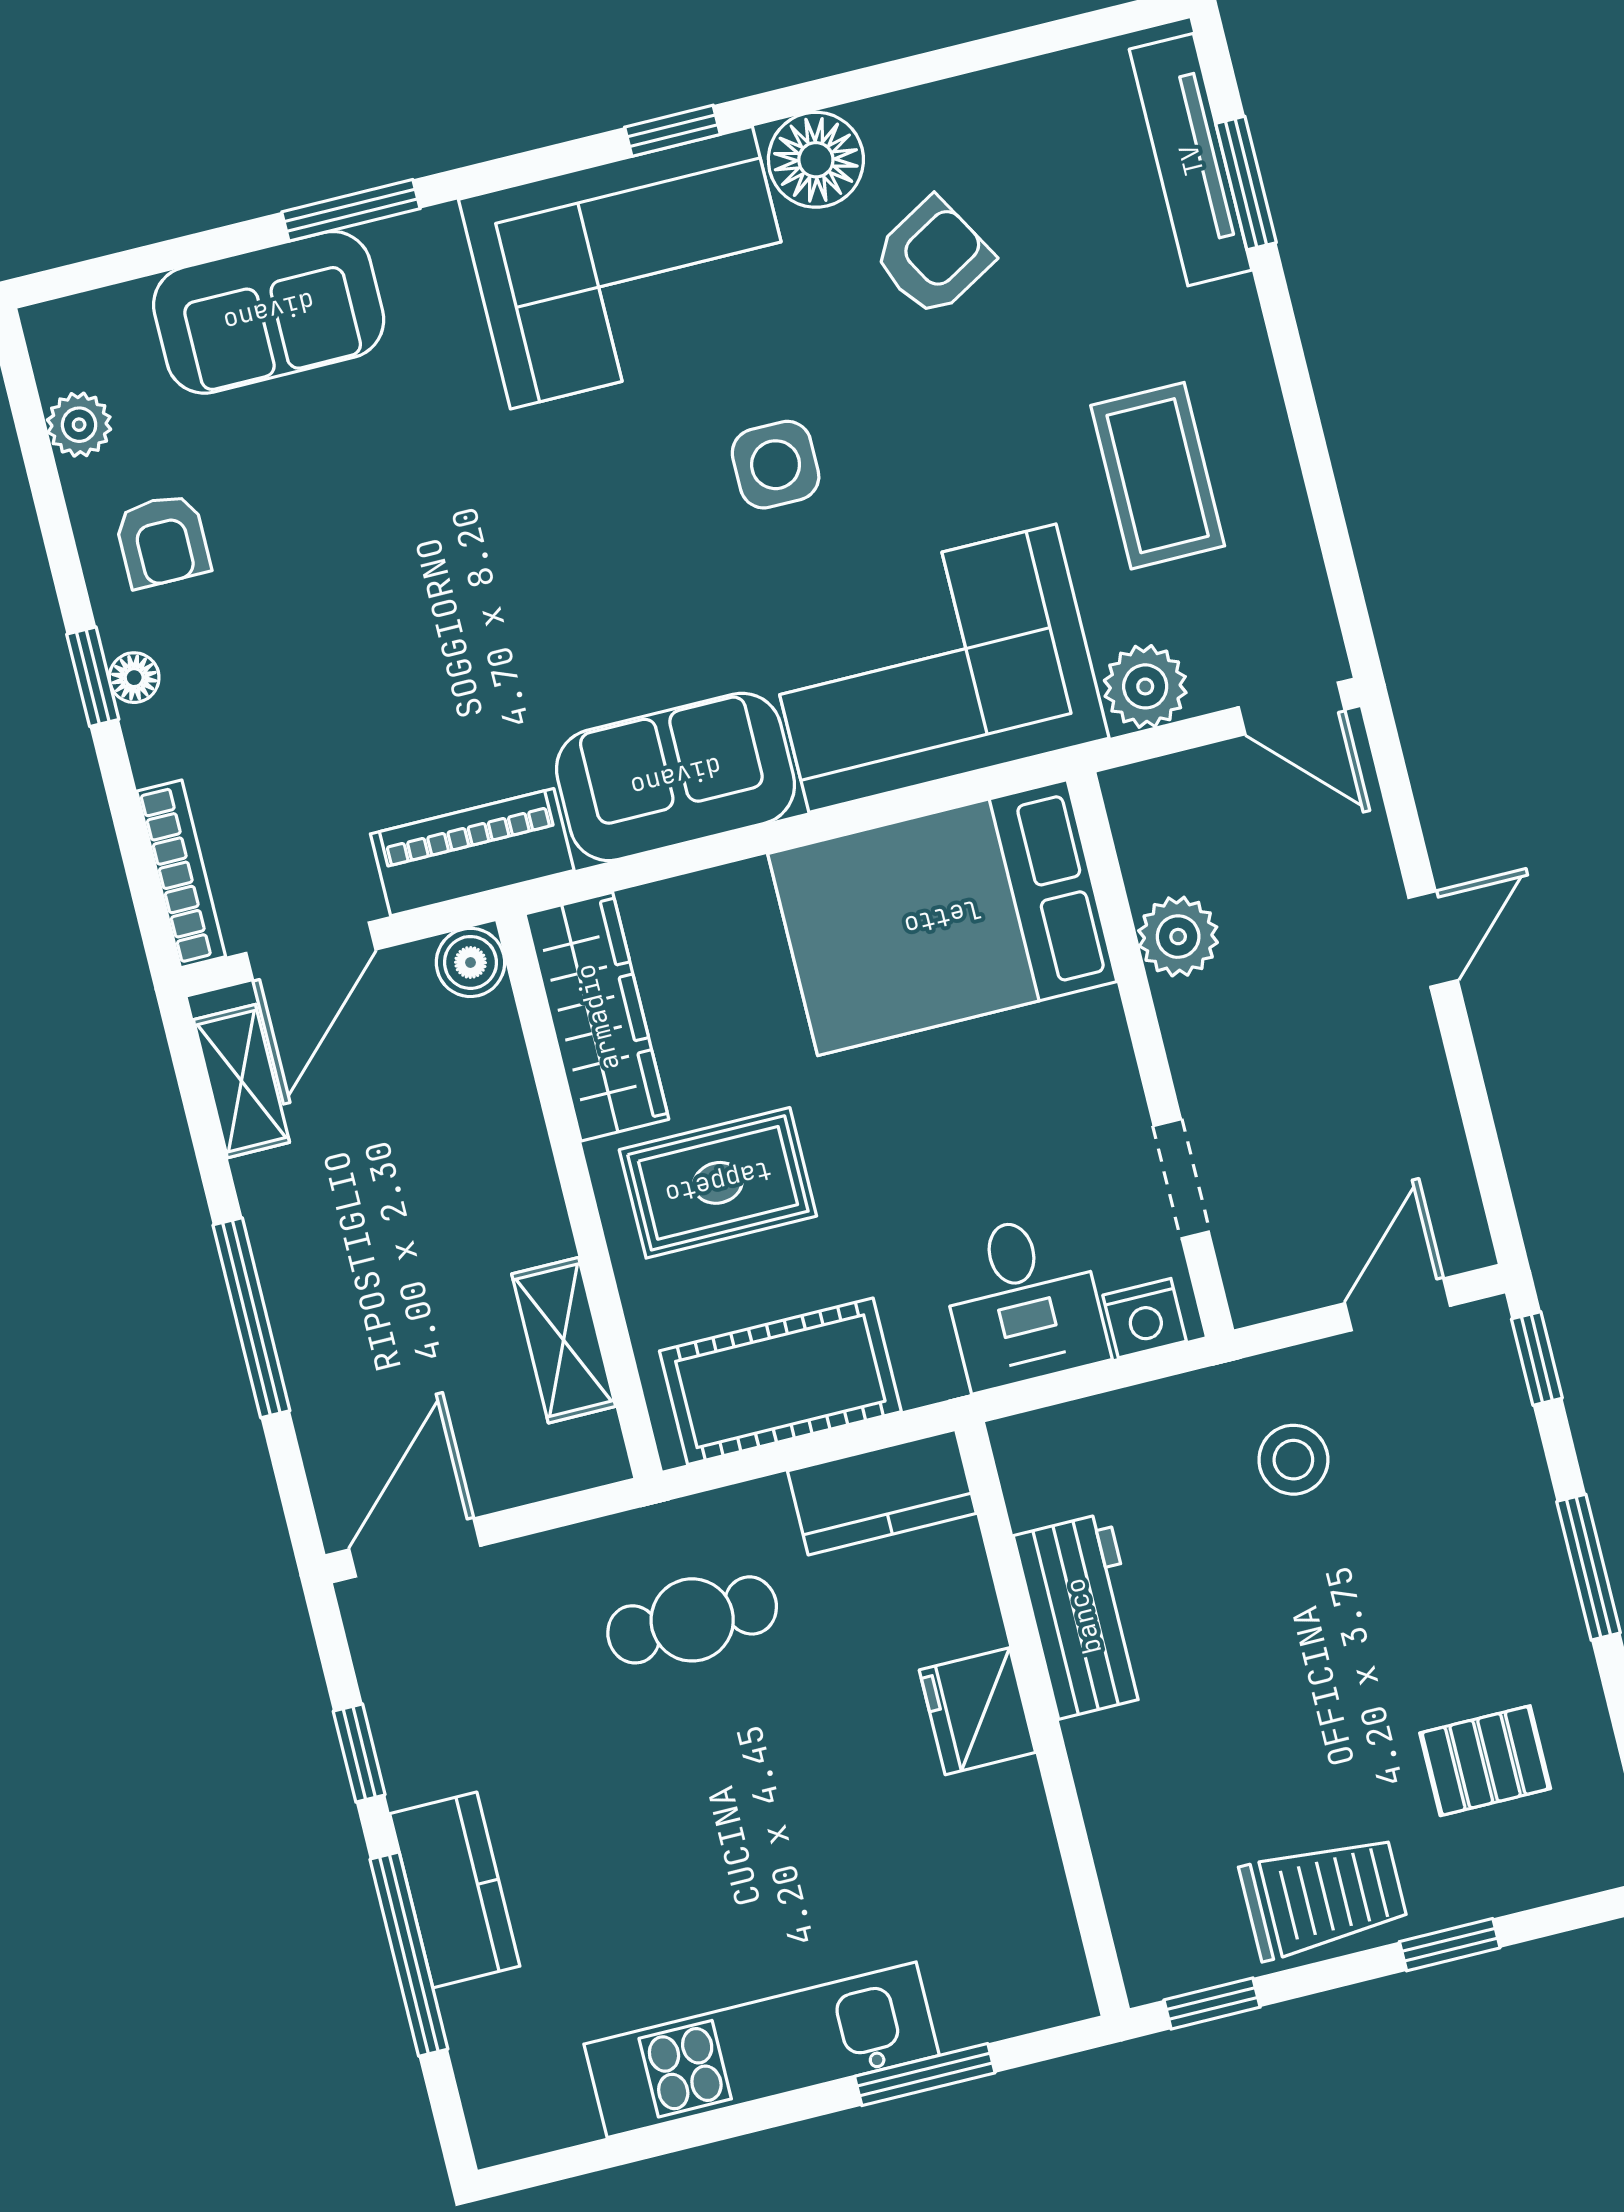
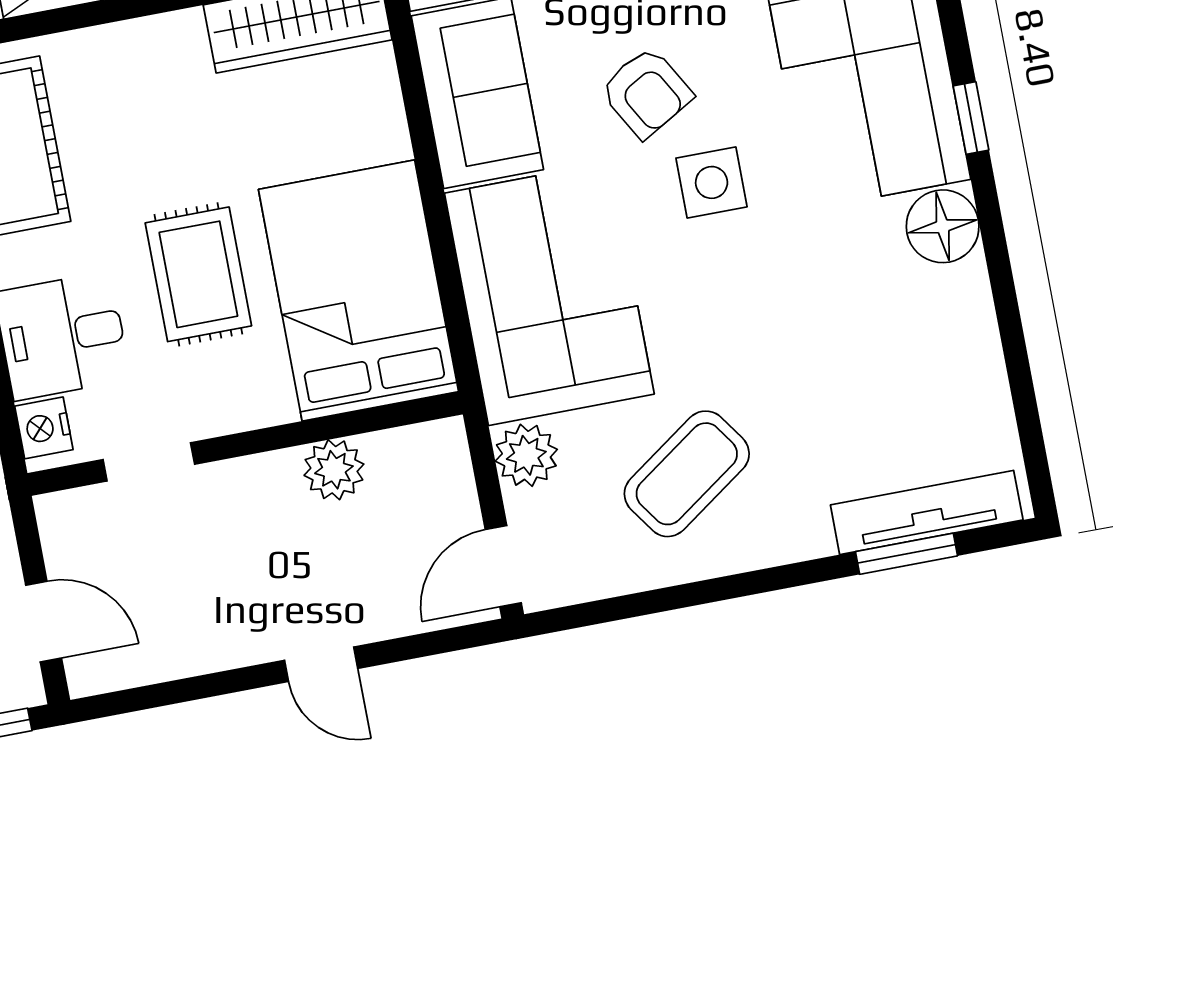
armchair: (933, 257) -> (646, 93), moved
coffee table: (1158, 476) -> (687, 474), turned -35
rug: (718, 1183) -> (198, 274), moved

